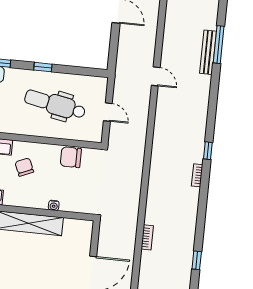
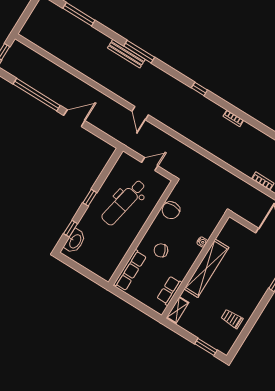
bench: (208, 52) -> (126, 54), moved
door: (156, 76) -> (140, 113), swing flipped
window: (208, 151) -> (199, 89), moved

